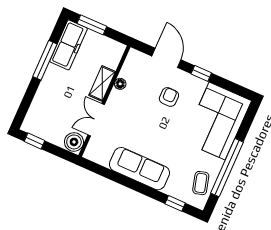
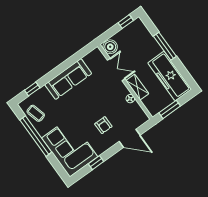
window: (92, 25) -> (170, 109), moved
freezer: (69, 45) -> (170, 76), width x1.36, depth x1.26
window: (45, 60) -> (165, 46), moved
window: (201, 73) -> (96, 163), moved

